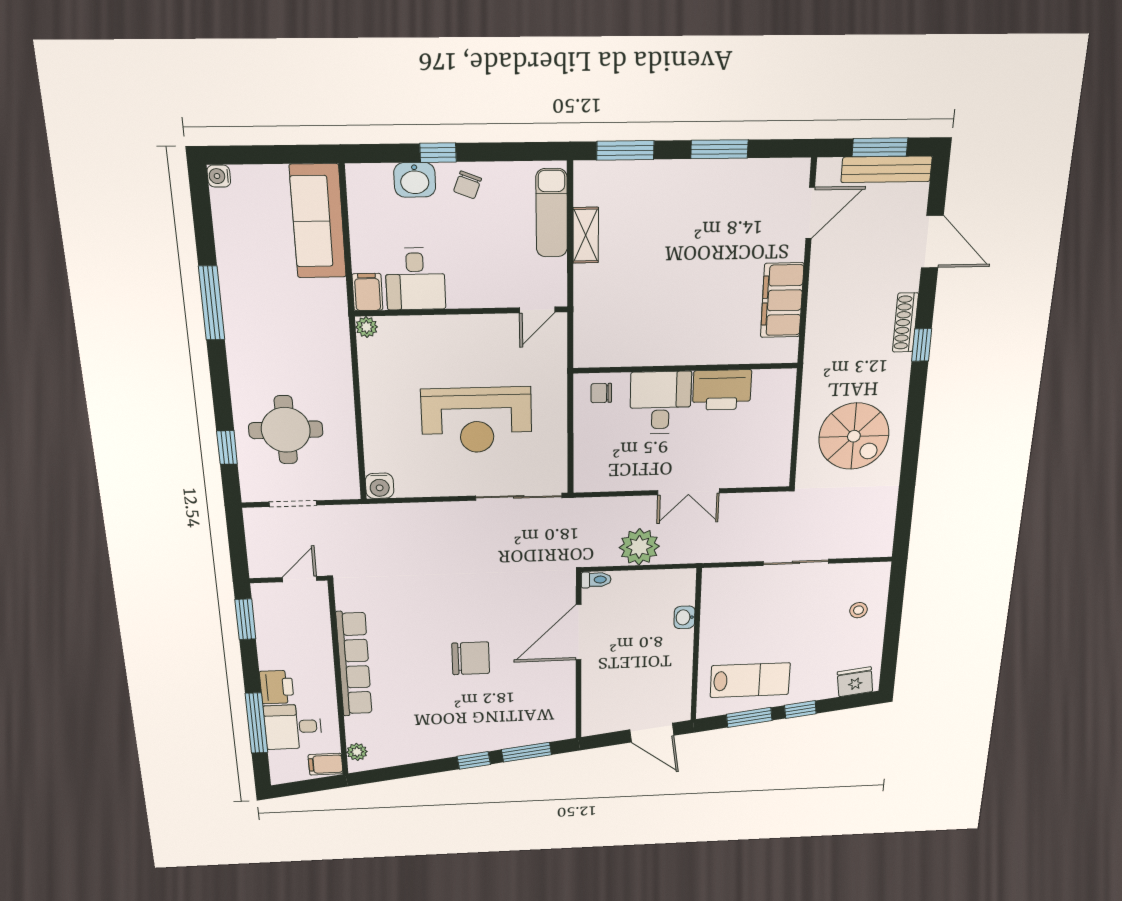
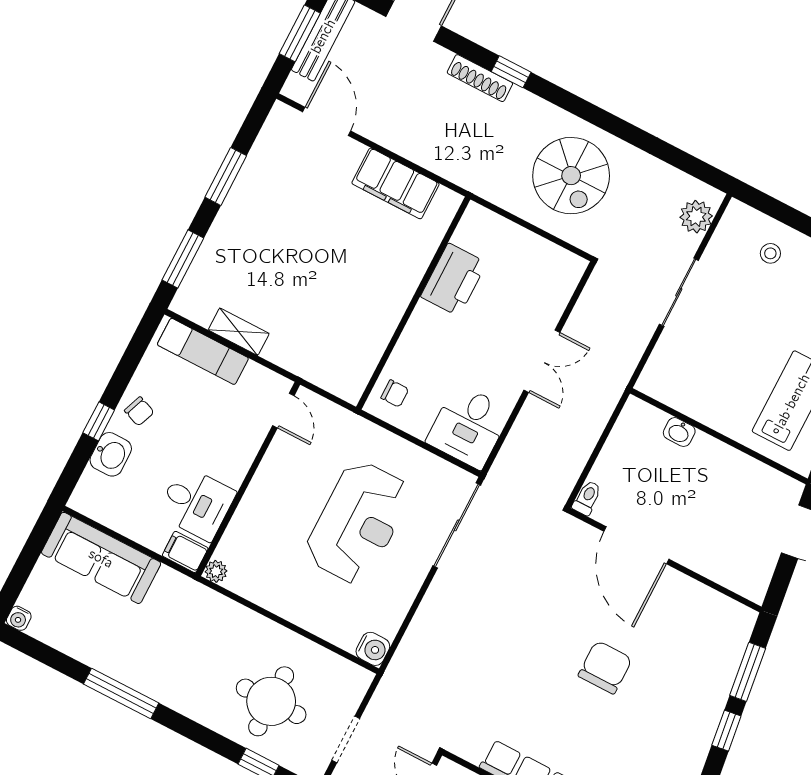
chair: (601, 393) -> (395, 393), turned -90
desk: (661, 403) -> (469, 426), moved, turned -90
spiral stairs: (854, 436) -> (571, 176), turned 90
plant: (639, 547) -> (696, 217), moved, width x0.73, depth x0.73

